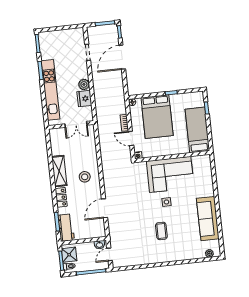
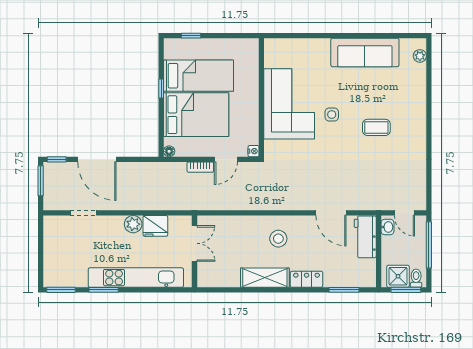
bed: (197, 130) -> (198, 76), moved, turned 180
workbench: (66, 228) -> (365, 237), moved, turned -90

